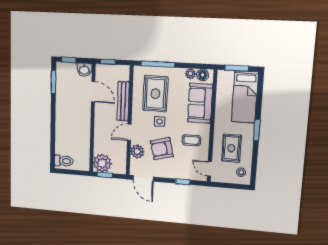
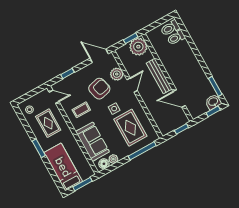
washbasin: (84, 70) -> (213, 102), moved
bench: (123, 101) -> (159, 76), moved
toilet: (64, 149) -> (176, 38), added

